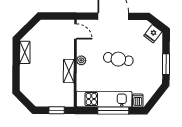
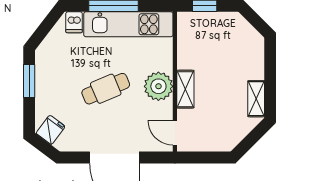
cafe table: (118, 59) -> (106, 89), turned -32
plant: (81, 60) -> (158, 86), width x1.88, depth x1.88
shelving: (69, 71) -> (185, 89), moved

